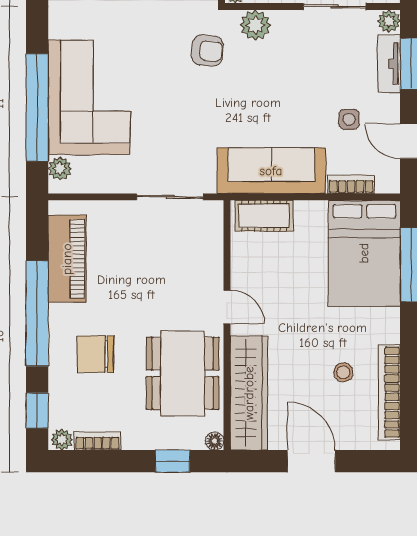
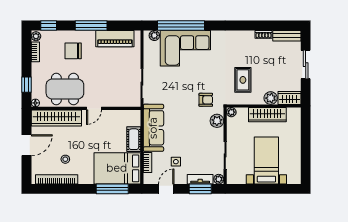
armchair: (207, 51) -> (206, 100), turned -95
cot: (264, 216) -> (134, 139), moved
window: (37, 313) -> (91, 25), width x0.68
chair: (95, 354) -> (73, 51), turned -90

